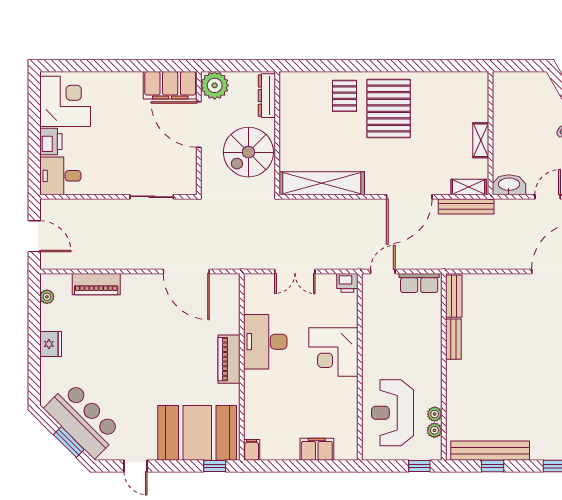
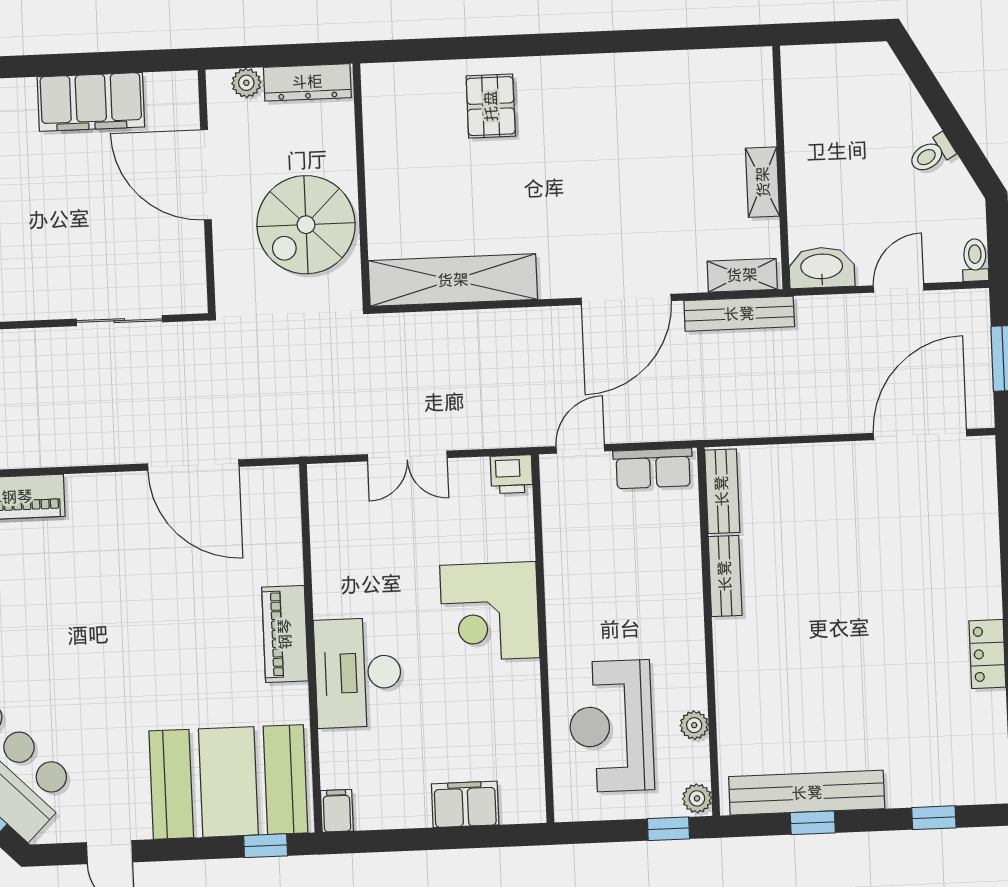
filing cabinet: (170, 85) -> (91, 102), moved
plant: (215, 85) -> (246, 83), width x0.53, depth x0.53
dresser: (267, 96) -> (307, 82), moved, turned -90
pallet: (389, 109) -> (578, 127), removed
desk: (265, 342) -> (358, 673), moved
plant: (434, 430) -> (697, 798), moved

